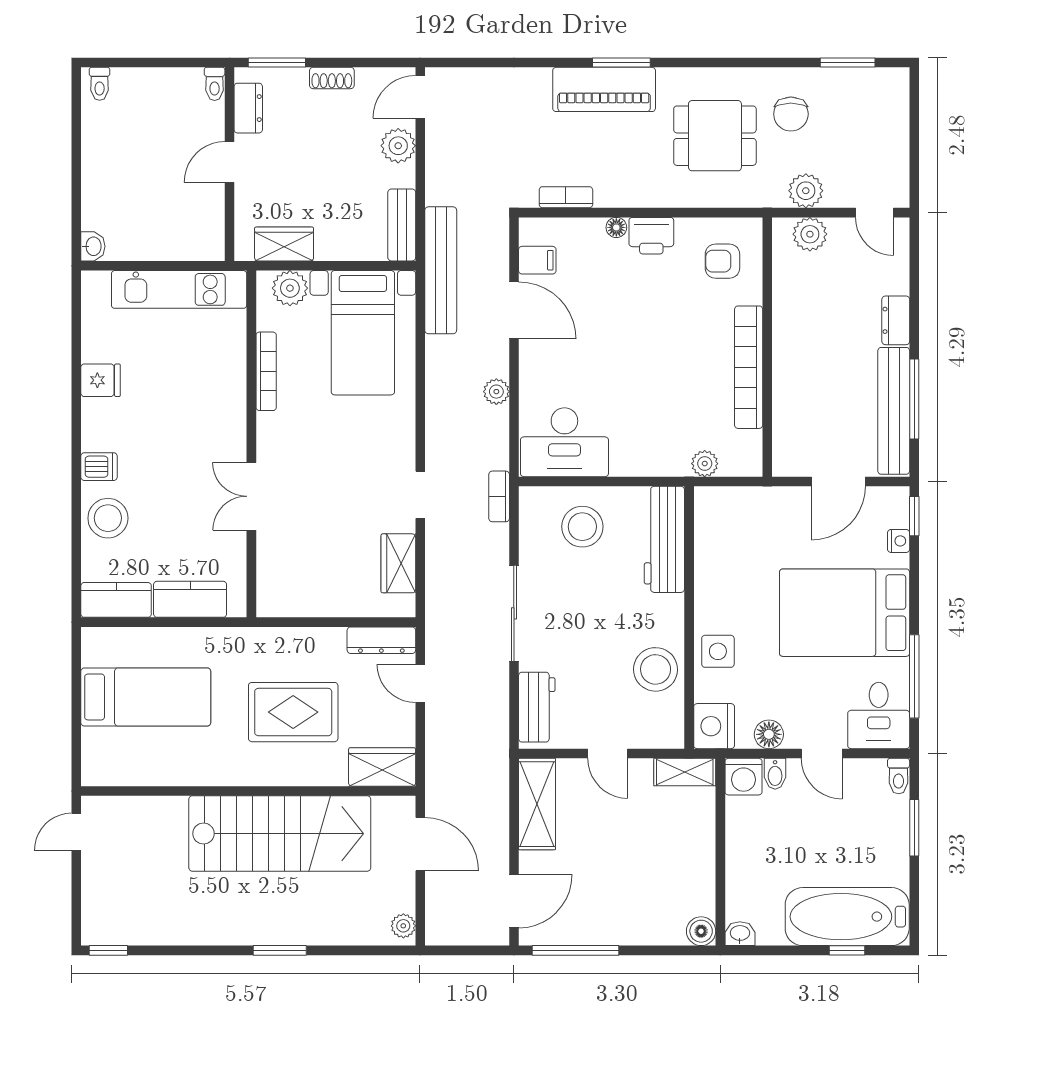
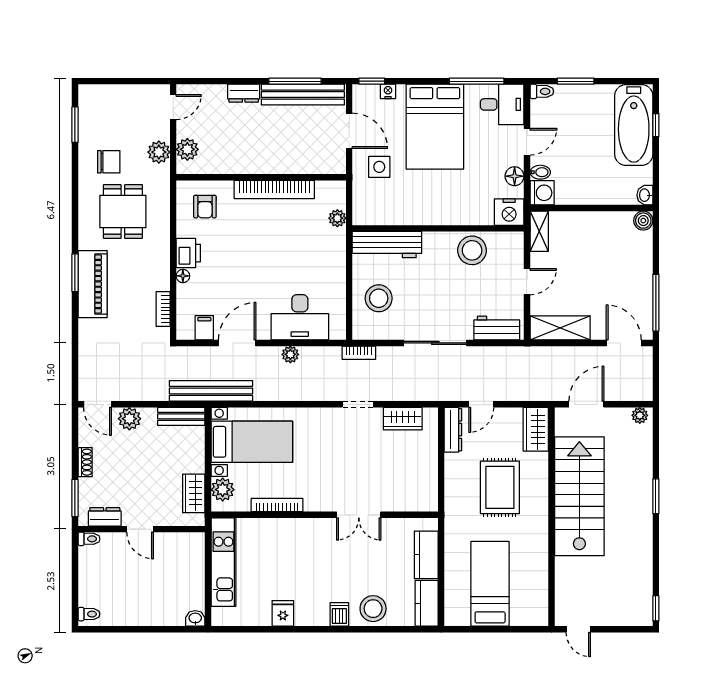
desk: (564, 442) -> (300, 317), moved, turned 90
side table: (718, 651) -> (379, 167), moved

